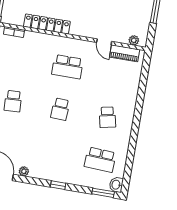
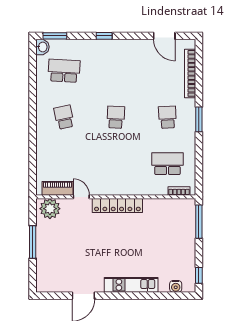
locker: (47, 24) -> (117, 205), moved
plant: (134, 40) -> (50, 209), width x1.88, depth x1.88
school desk: (67, 67) -> (167, 164), moved
plant: (24, 171) -> (143, 44), removed

